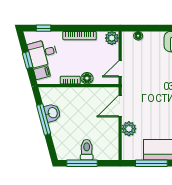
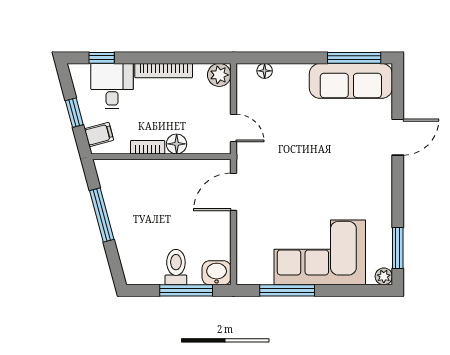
desk: (43, 53) -> (112, 86), moved, turned 105
door: (120, 69) -> (233, 128), swing flipped
washbasin: (52, 113) -> (217, 273), moved, turned -75
plant: (129, 129) -> (249, 231), removed
window: (82, 163) -> (186, 290), moved

